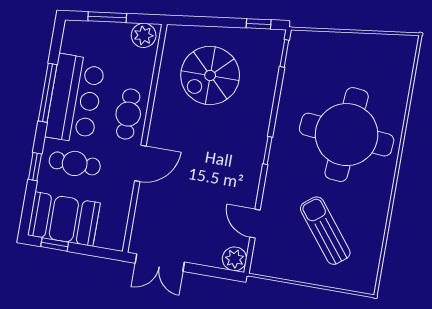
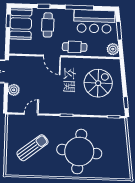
spiral stairs: (210, 75) -> (98, 83), turned 90
bar counter: (75, 99) -> (94, 21), moved
plant: (234, 259) -> (14, 90), moved

